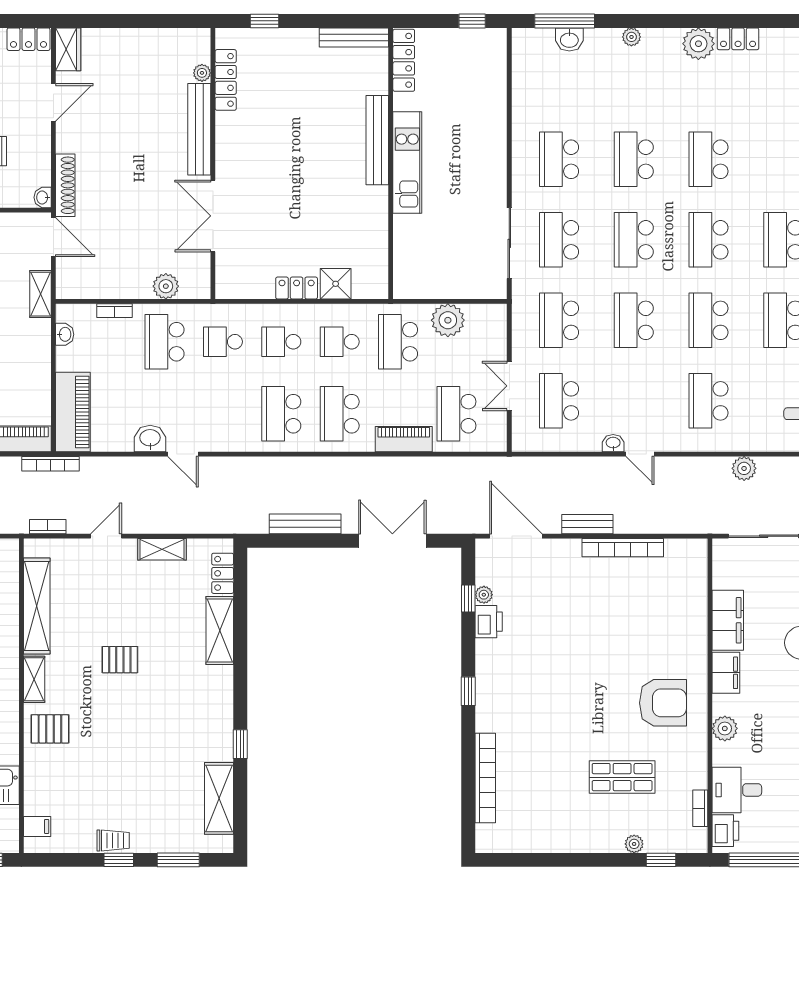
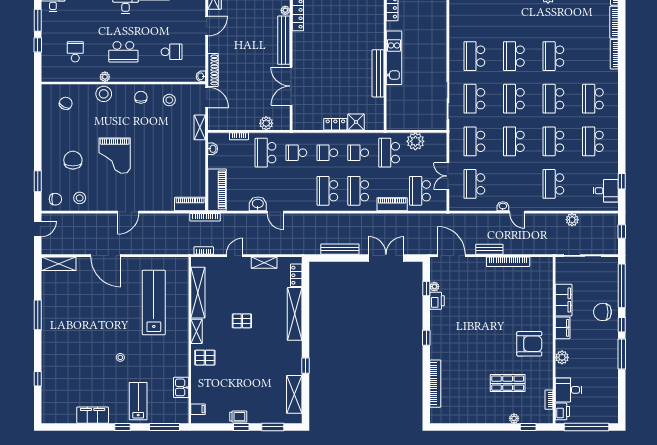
bench: (377, 140) -> (378, 73), moved
shelving: (220, 631) -> (295, 314), width x1.47

